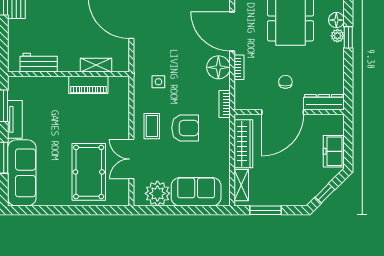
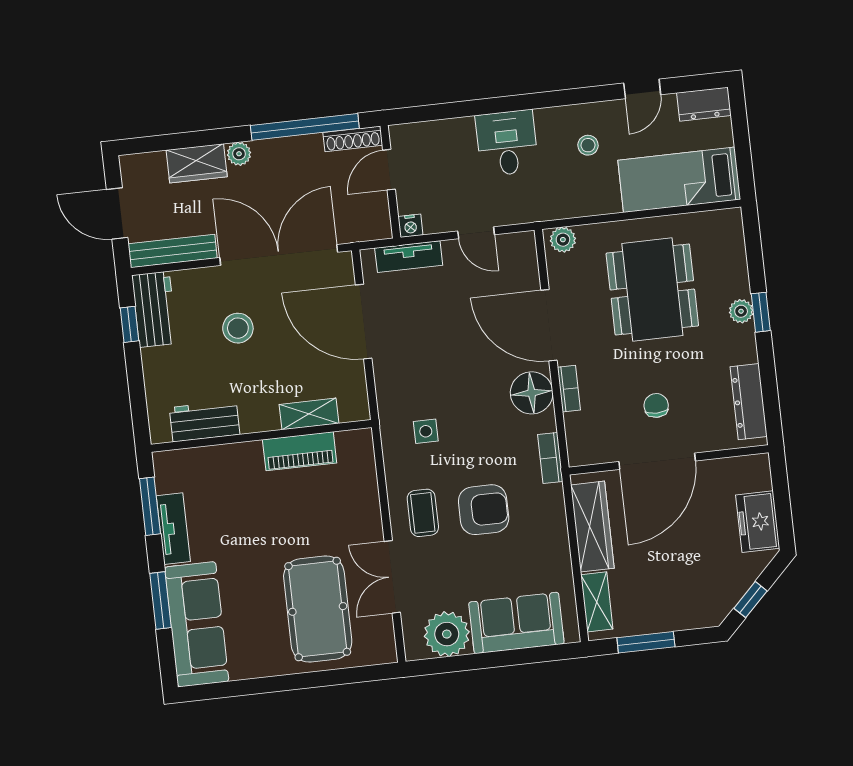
stool: (62, 14) -> (238, 328), added
floor lamp: (336, 20) -> (736, 283), removed
dresser: (324, 102) -> (749, 402), moved, turned -90

